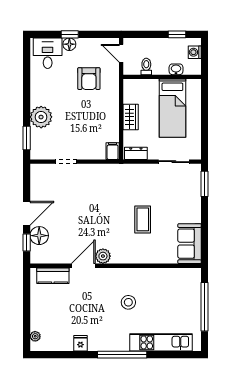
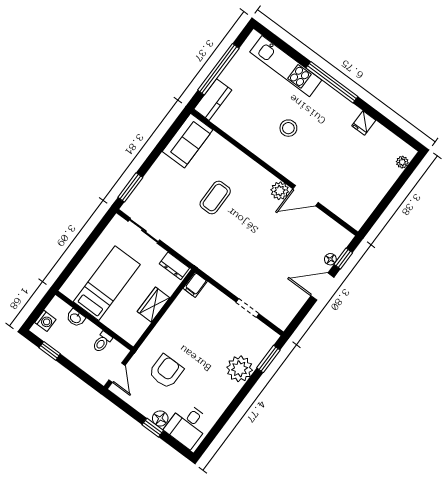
floor lamp: (39, 236) -> (330, 259), width x0.53, depth x0.53
kitchen counter: (53, 276) -> (213, 100), moved, turned 90

